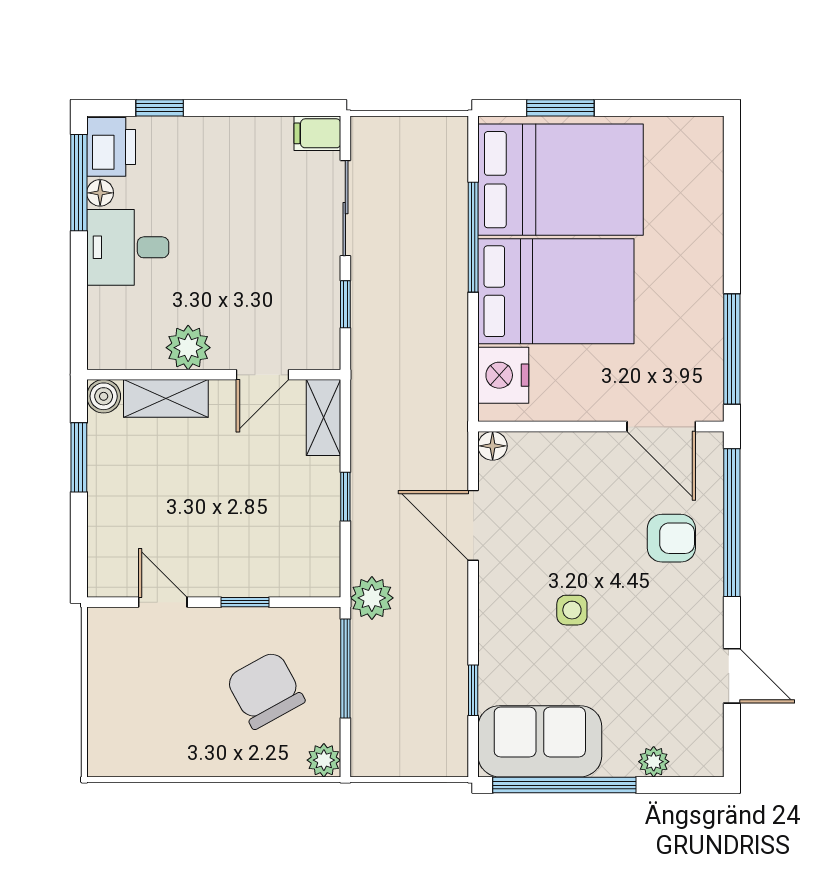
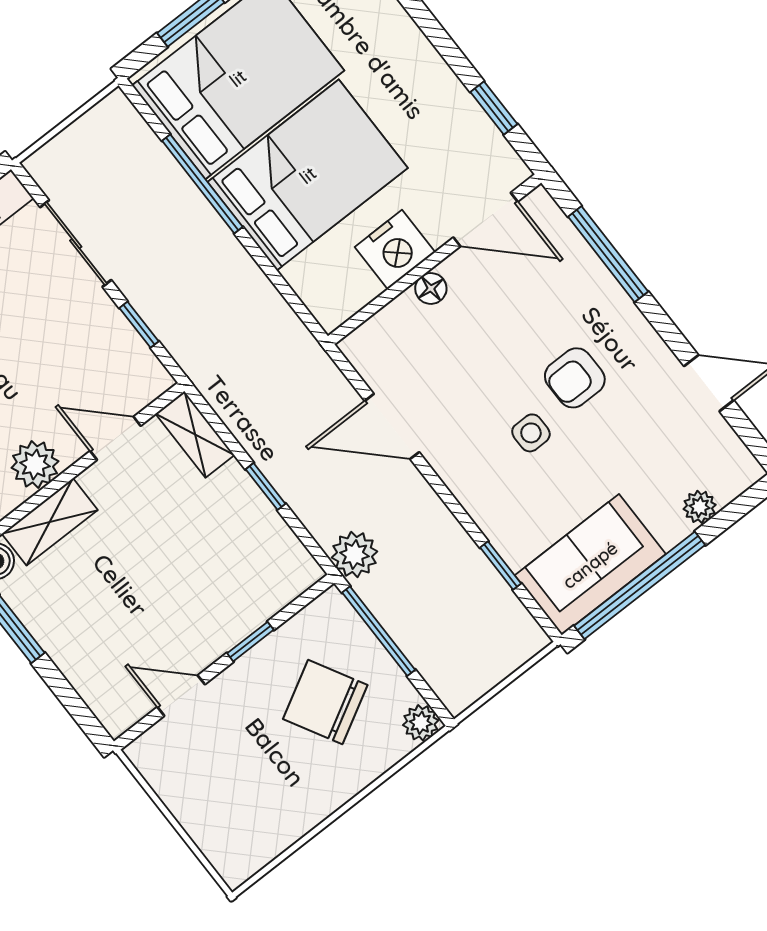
window: (732, 349) -> (494, 108), width x0.46
door: (262, 375) -> (115, 438), swing flipped
nightstand: (503, 375) -> (395, 250), moved, turned -90
floor lamp: (493, 446) -> (431, 288), moved
window: (732, 523) -> (608, 254), width x0.68
armchair: (671, 538) -> (575, 378), moved, turned 180

